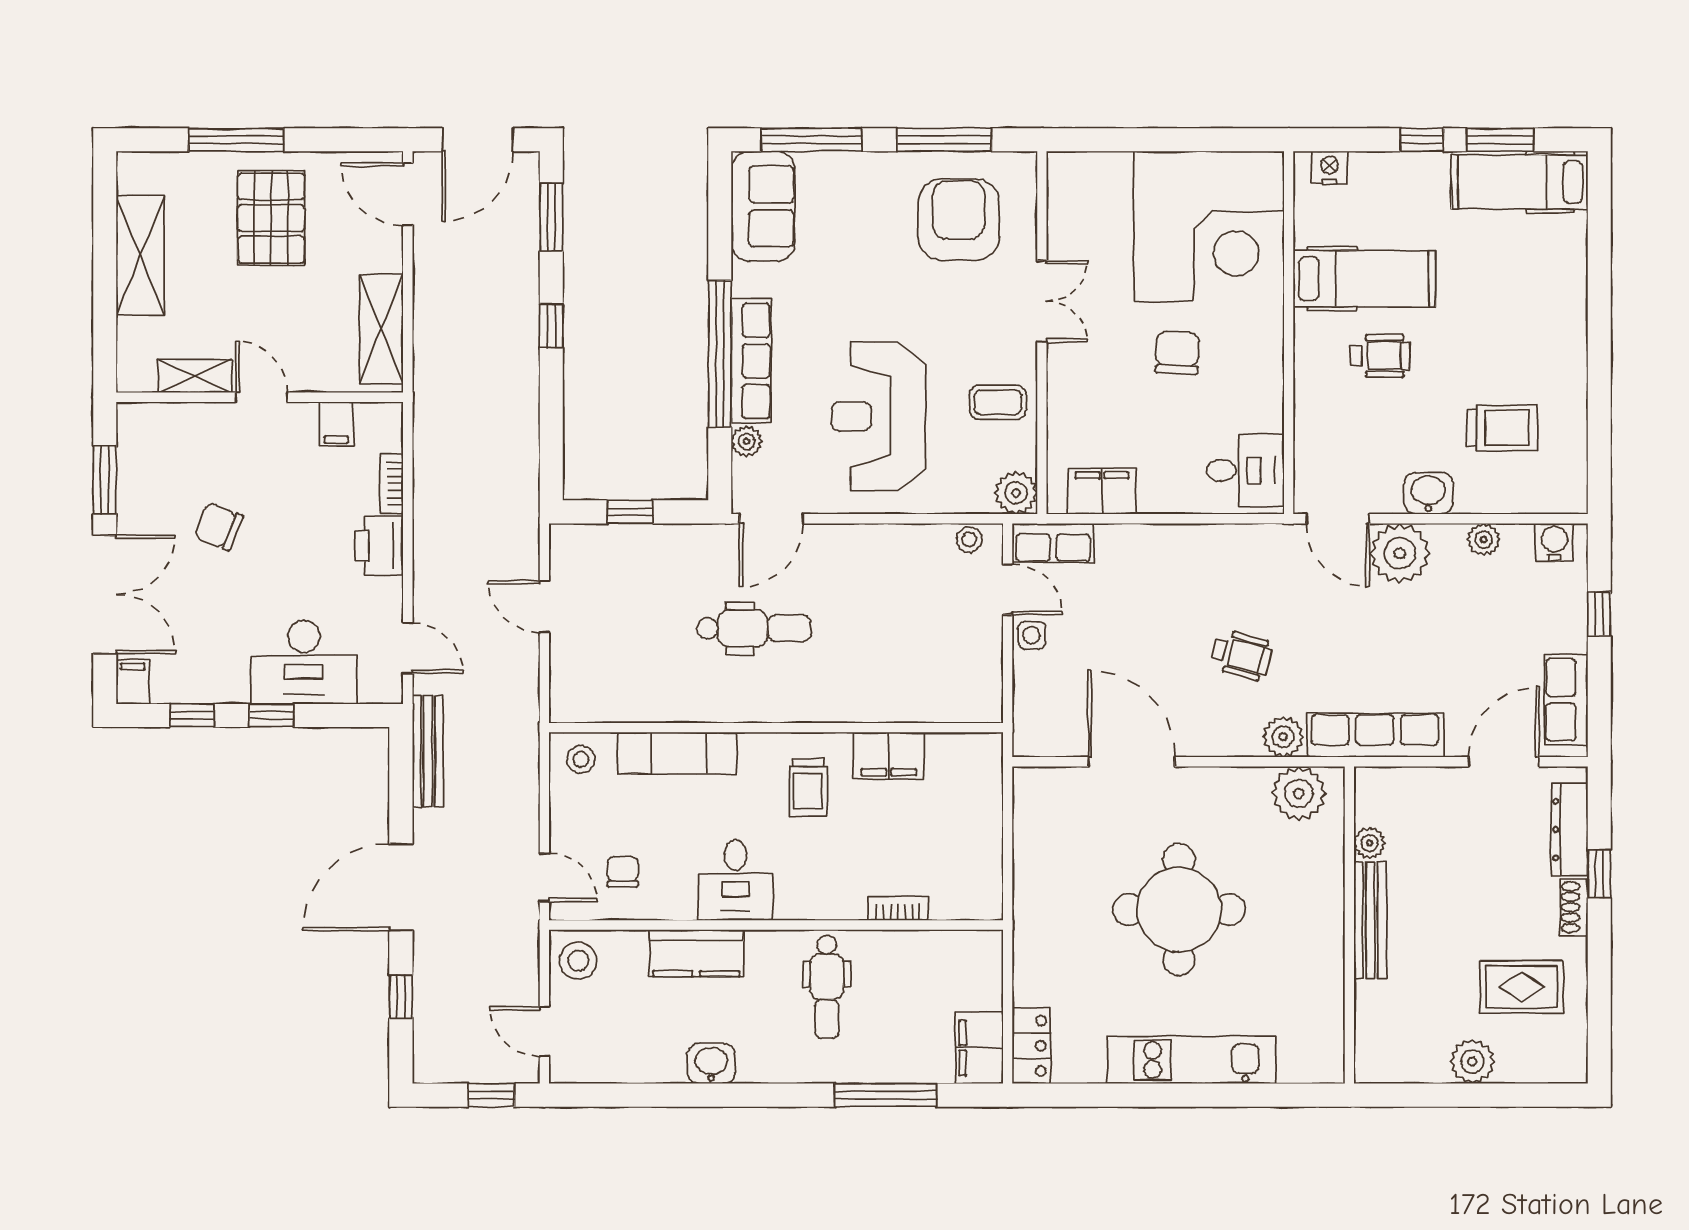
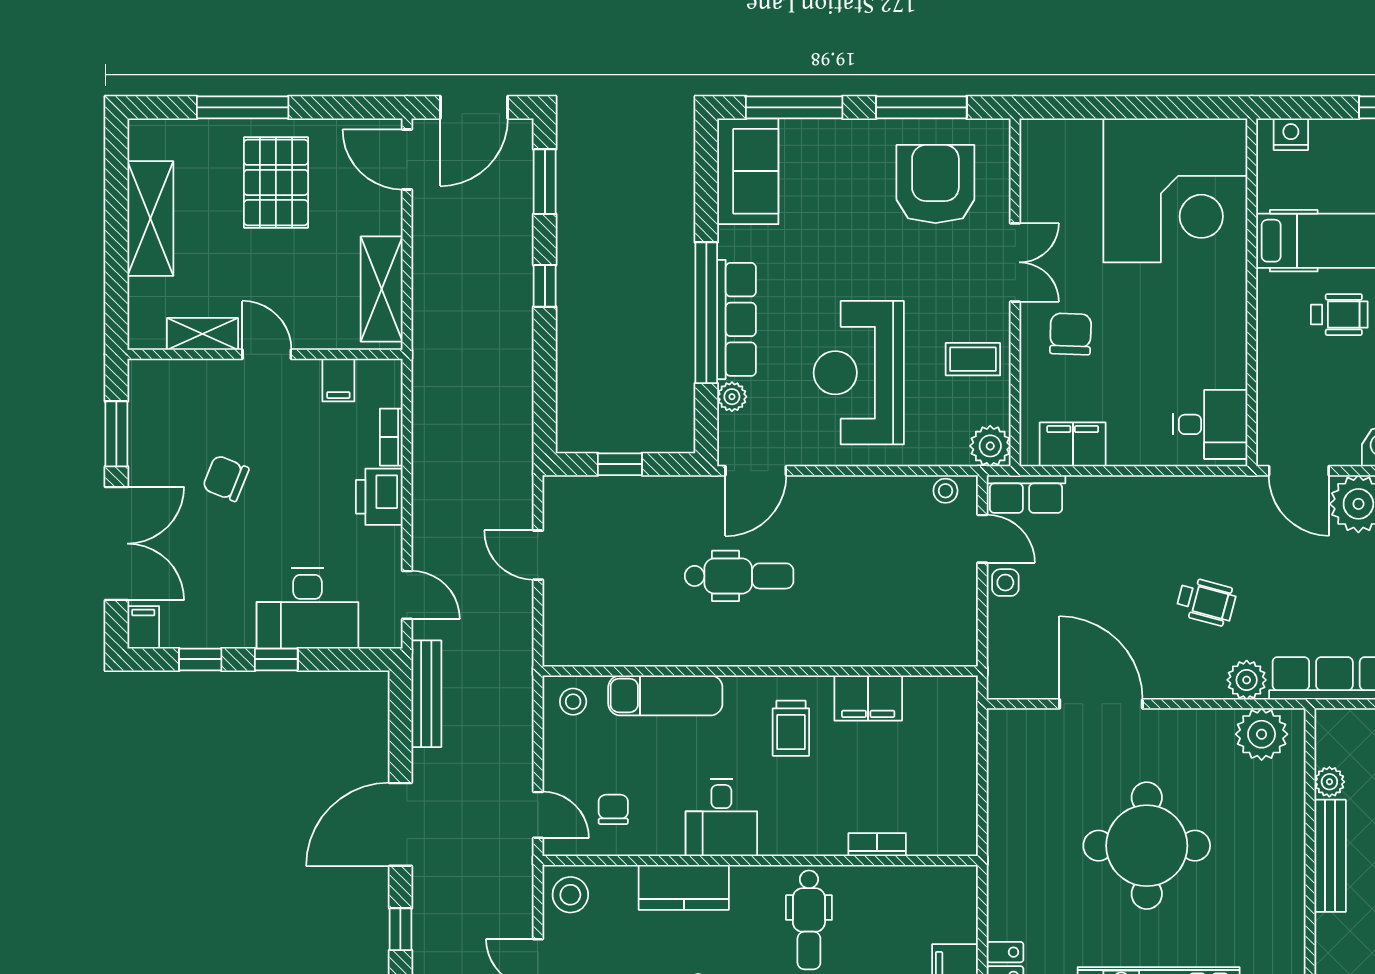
chair: (1177, 353) -> (1071, 334), moved

